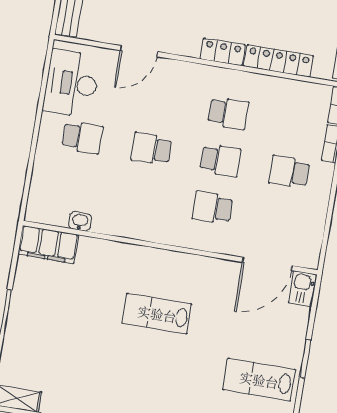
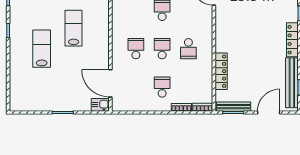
locker: (223, 52) -> (221, 40), removed
school desk: (220, 160) -> (162, 49), turned 180
lab bench: (259, 380) -> (42, 49), moved

